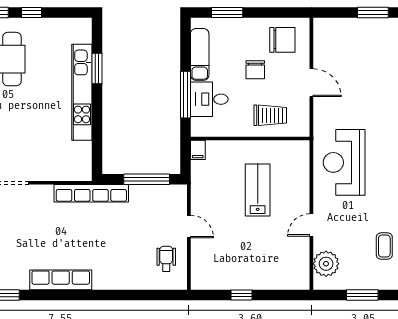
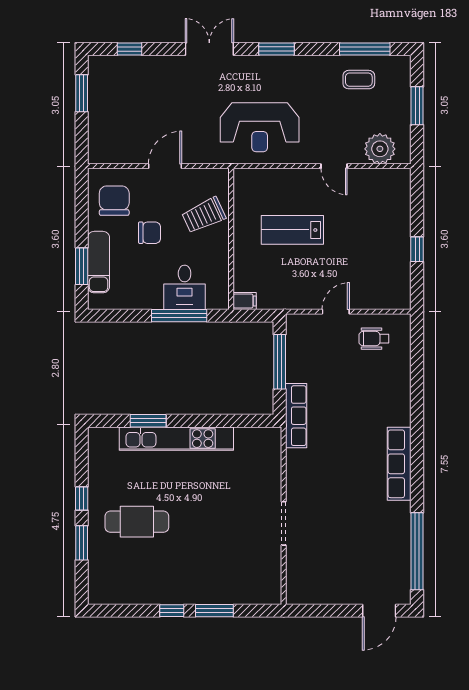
exam couch: (200, 54) -> (99, 262), moved, turned 90
trolley: (270, 115) -> (204, 215), turned -115
row of seats: (91, 193) -> (296, 416), width x0.73

